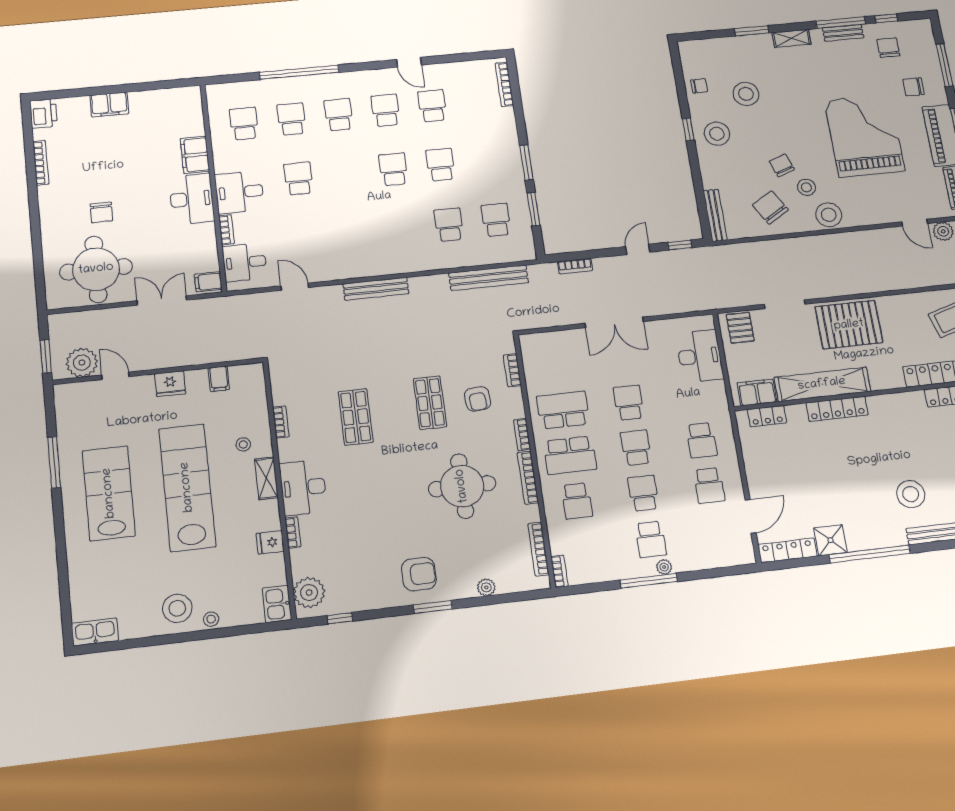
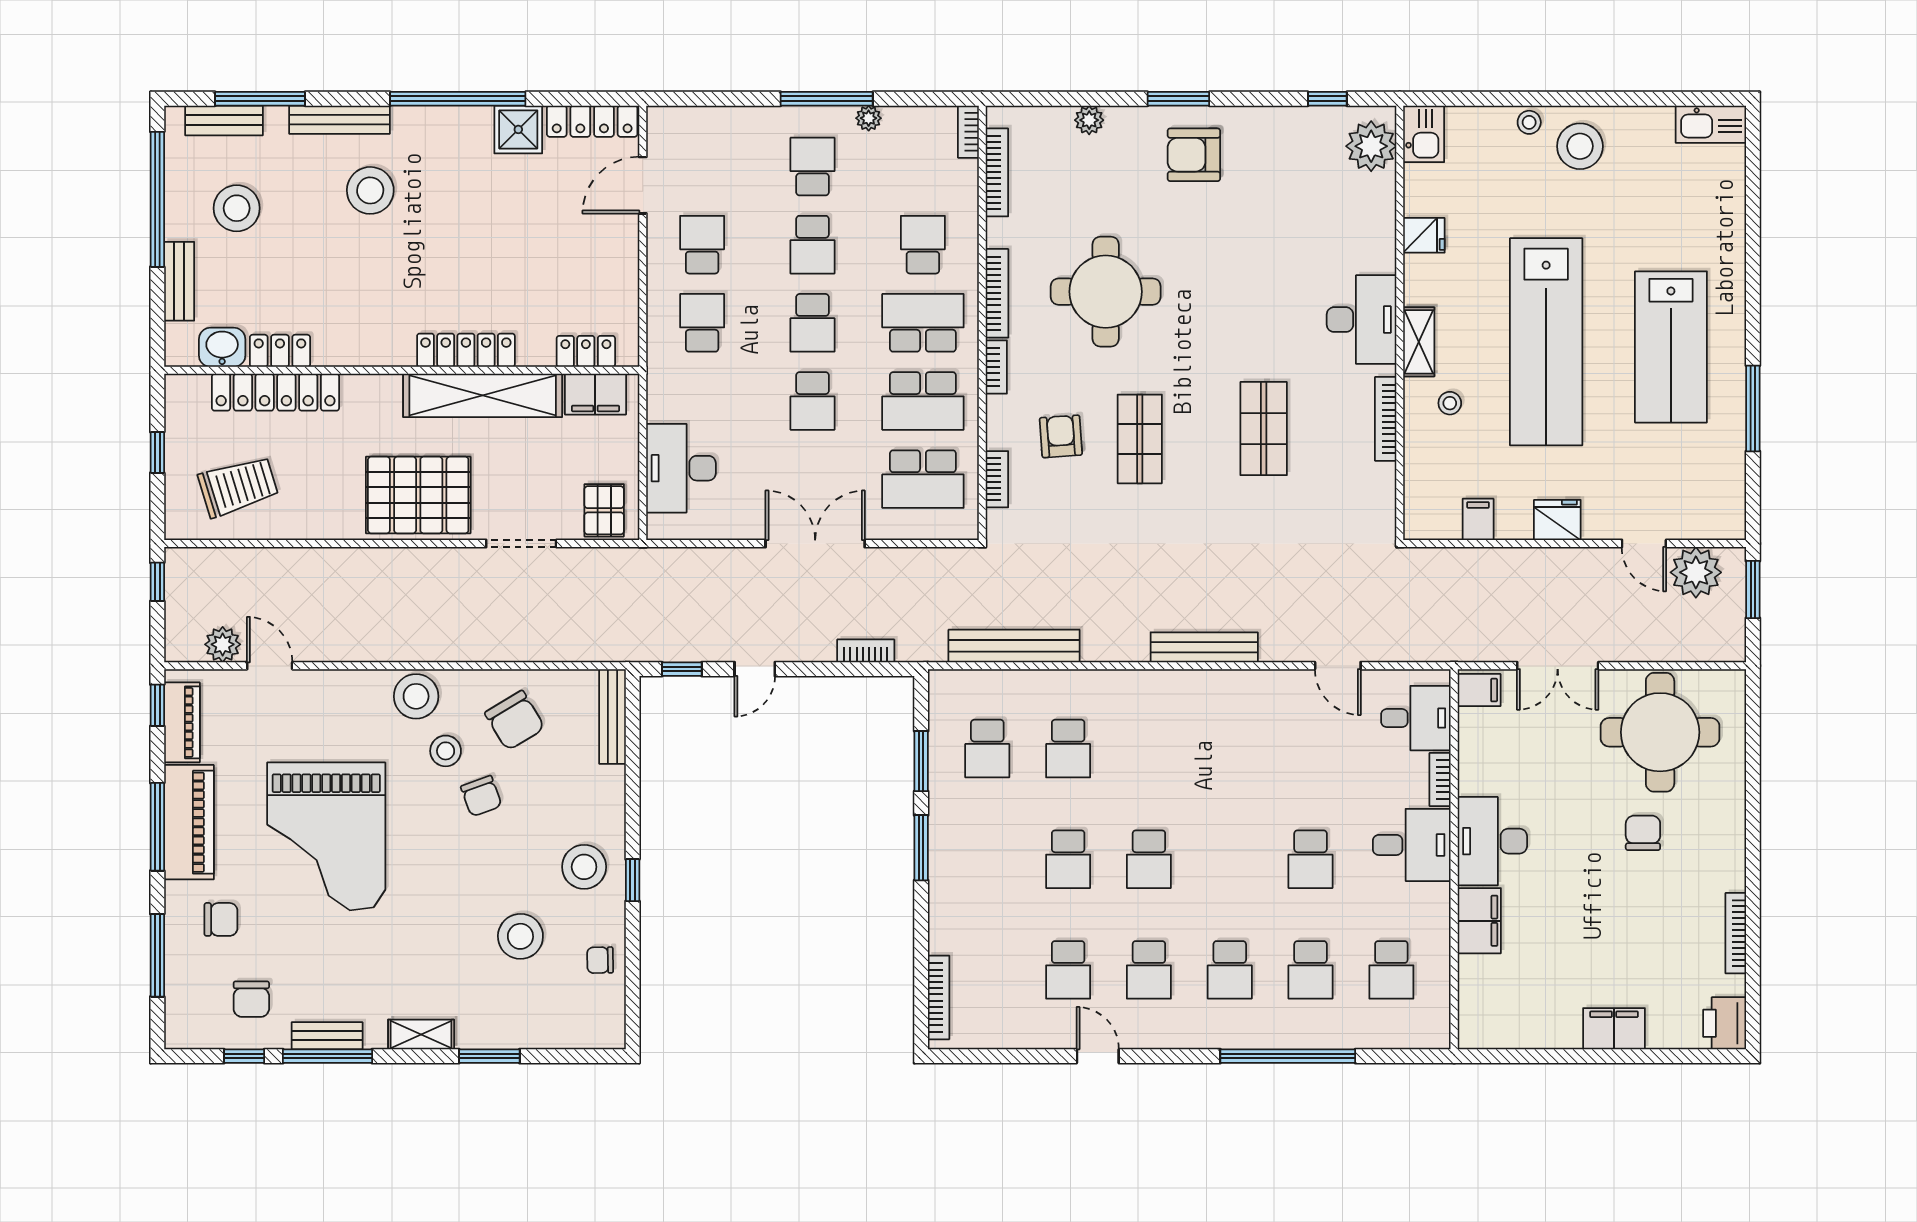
school desk: (556, 366) -> (923, 479), added
bookcase: (281, 422) -> (1386, 419), width x1.56
bookcase: (293, 533) -> (1386, 247), removed
plant: (664, 567) -> (869, 118), moved

